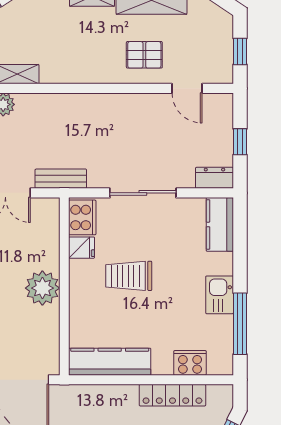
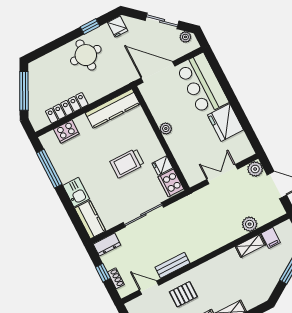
shoe rack: (226, 125) -> (116, 278), added
bench: (61, 179) -> (172, 265), moved
trolley: (129, 276) -> (127, 163), turned 180
plant: (42, 288) -> (166, 128), width x0.53, depth x0.53
kitchen sink: (220, 295) -> (76, 192), moved

